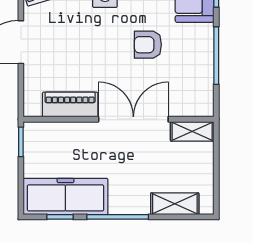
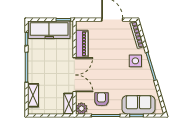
armchair: (148, 45) -> (101, 99), moved
plant: (202, 105) -> (81, 108), added
freezer: (65, 196) -> (49, 30), moved, turned 90

